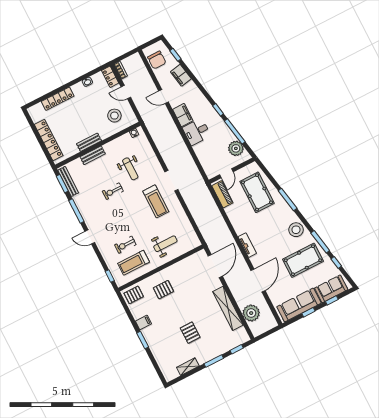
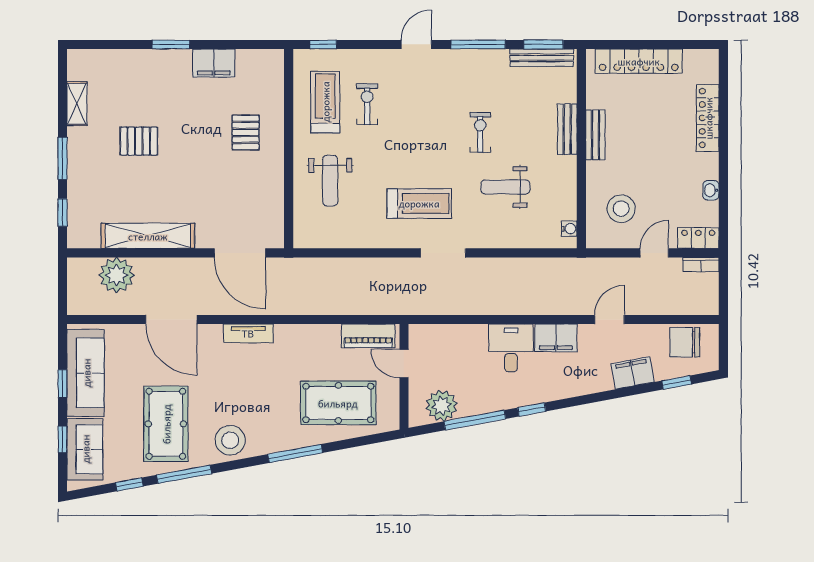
treadmill: (156, 201) -> (419, 203), turned 180
pallet: (134, 295) -> (264, 71), removed
filing cabinet: (143, 322) -> (214, 63), width x2.00

